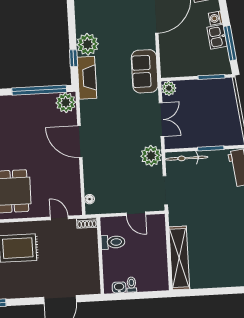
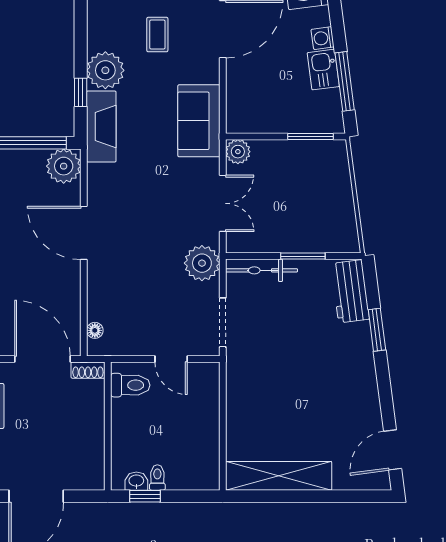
coffee table: (117, 21) -> (157, 35), added
door: (59, 218) -> (42, 359), width x1.88
toilet: (113, 242) -> (130, 385), moved
shelving: (179, 258) -> (279, 476), moved, turned 90
window: (125, 296) -> (145, 496), added

